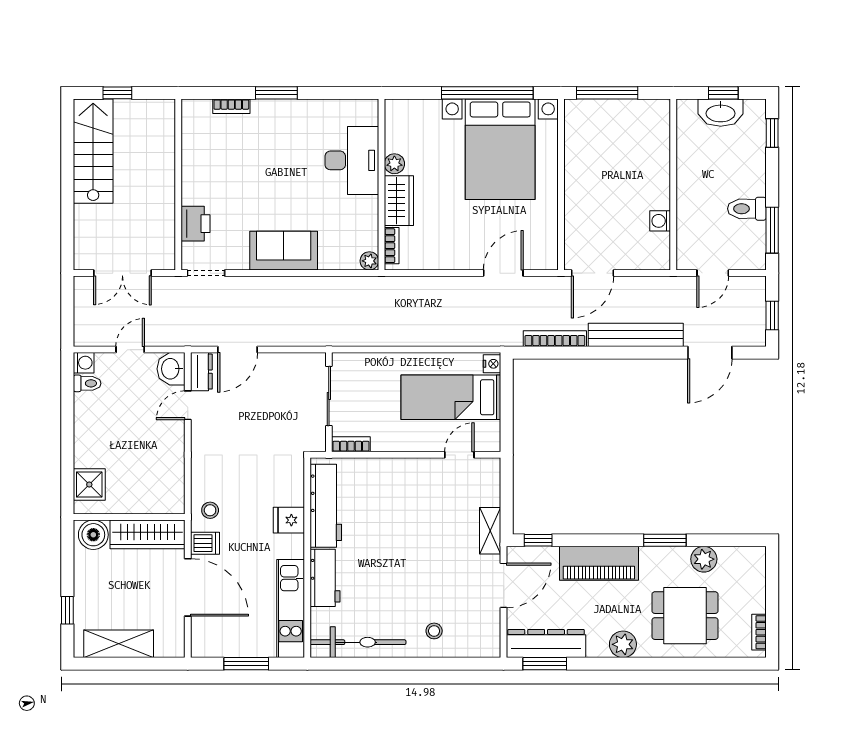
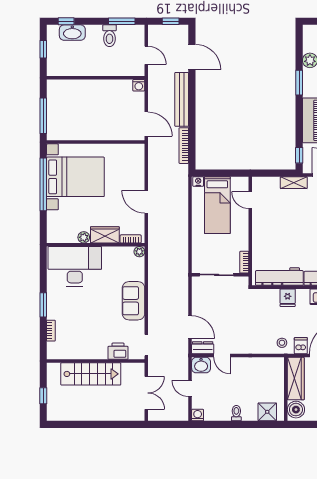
washbasin: (721, 113) -> (72, 33), moved, turned 90
stairs: (93, 151) -> (91, 374), moved, turned 180
desk: (352, 160) -> (75, 266), width x1.36, depth x1.30
washing machine: (660, 221) -> (139, 85), moved
door: (503, 273) -> (146, 202), moved
toilet: (87, 383) -> (236, 413), moved

